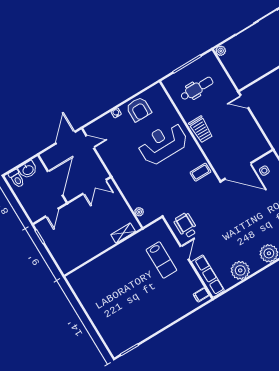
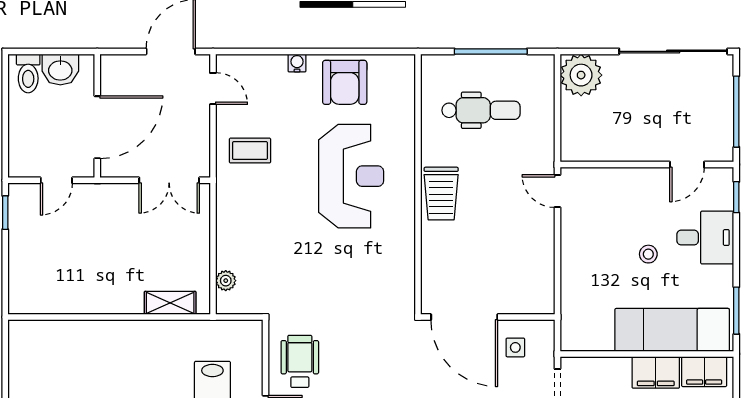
plant: (221, 51) -> (581, 75), width x1.88, depth x1.88
reception desk: (163, 143) -> (351, 176), turned 90
coffee table: (200, 172) -> (250, 151), moved

